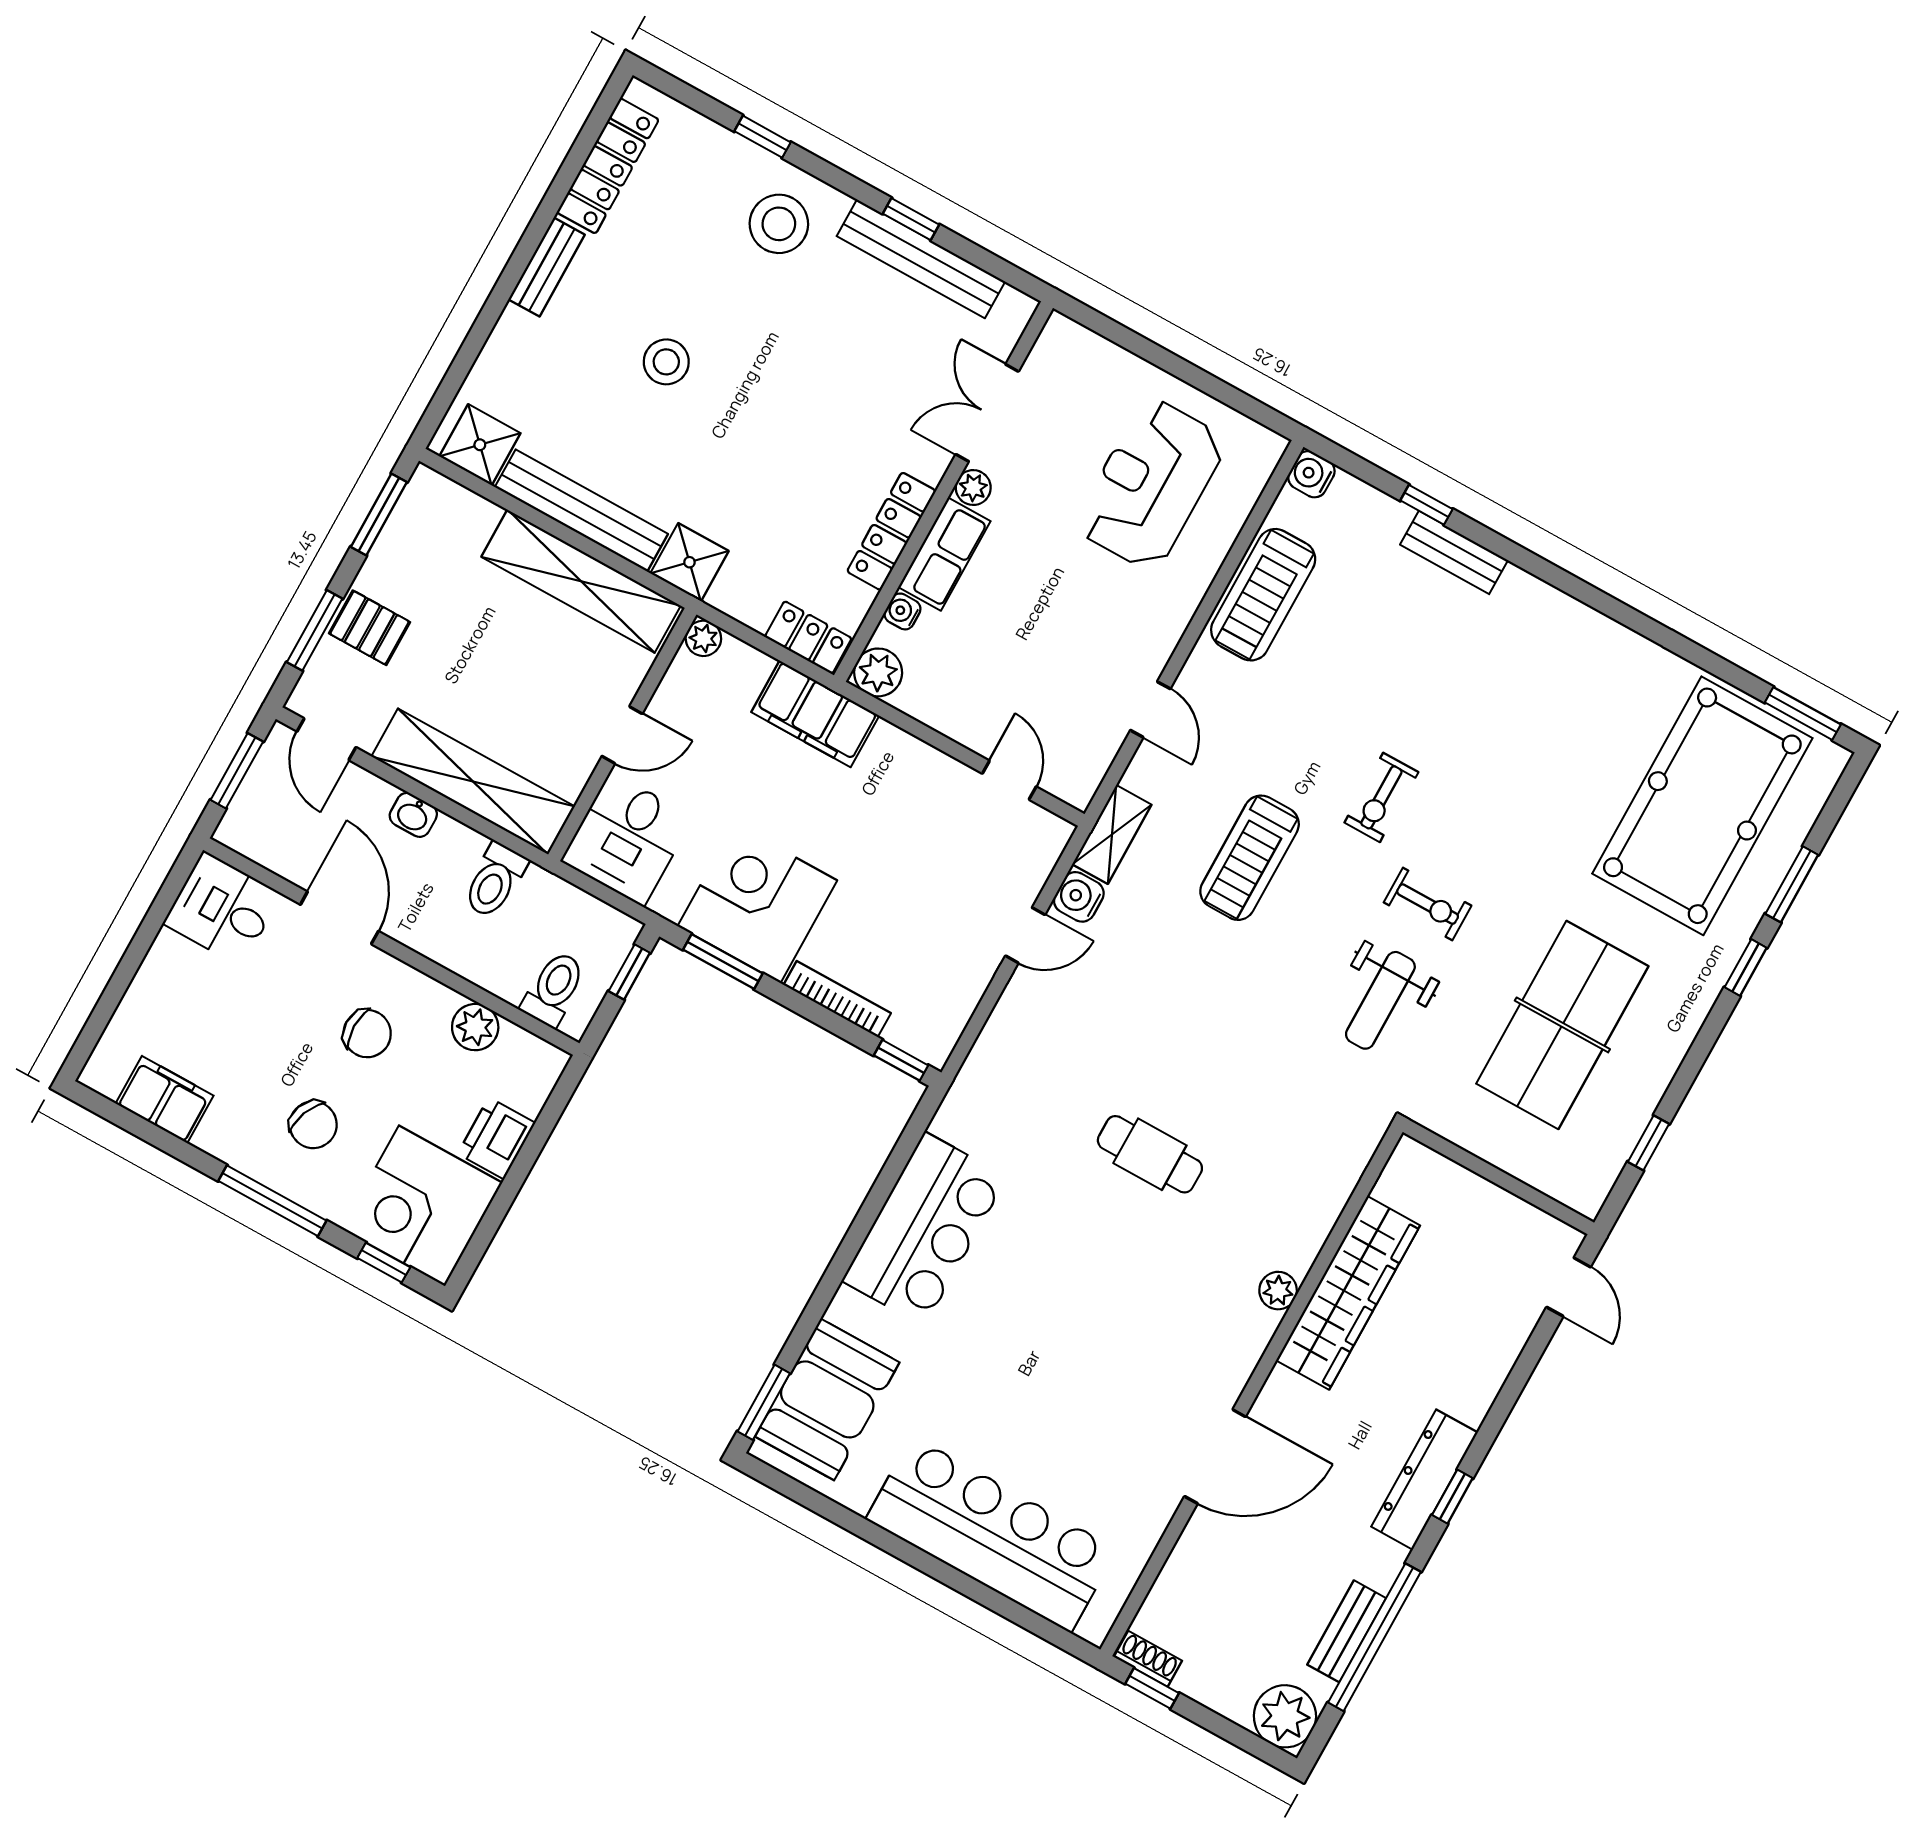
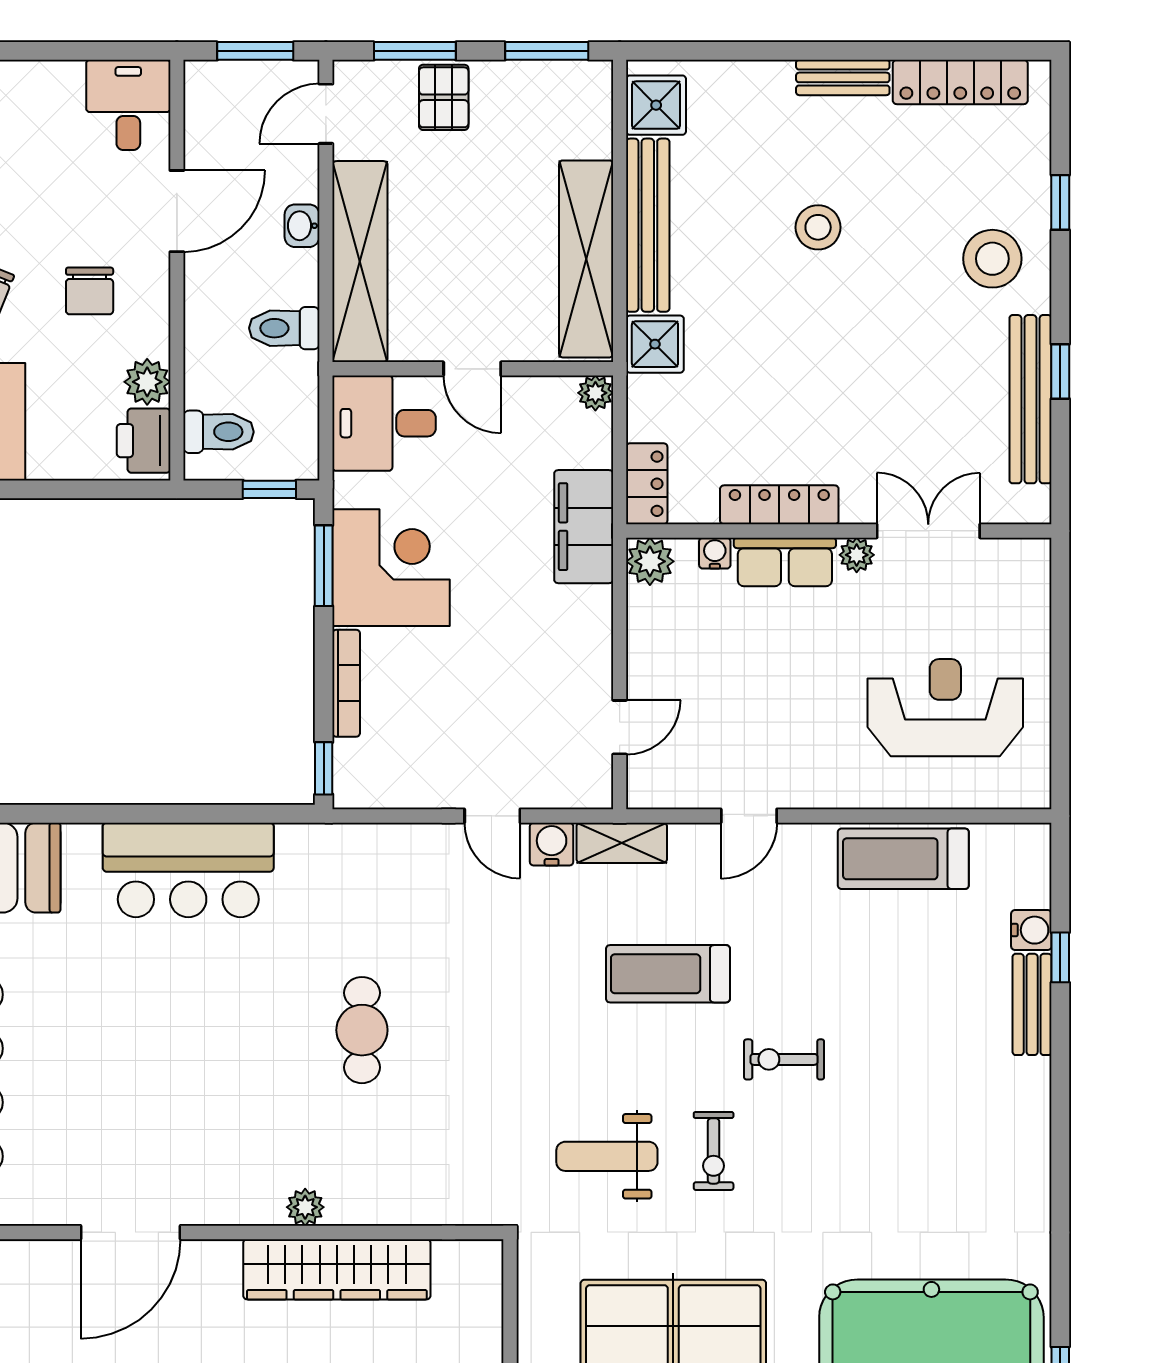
water cooler: (1311, 474) -> (1031, 930), moved, turned 90
printer: (496, 1138) -> (144, 441), moved, turned -90
door: (1215, 1456) -> (131, 1232), hinge flipped

